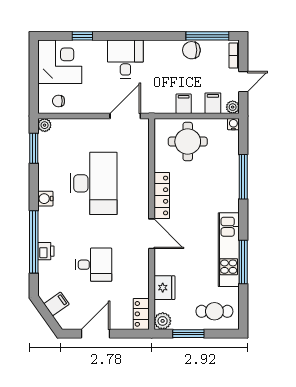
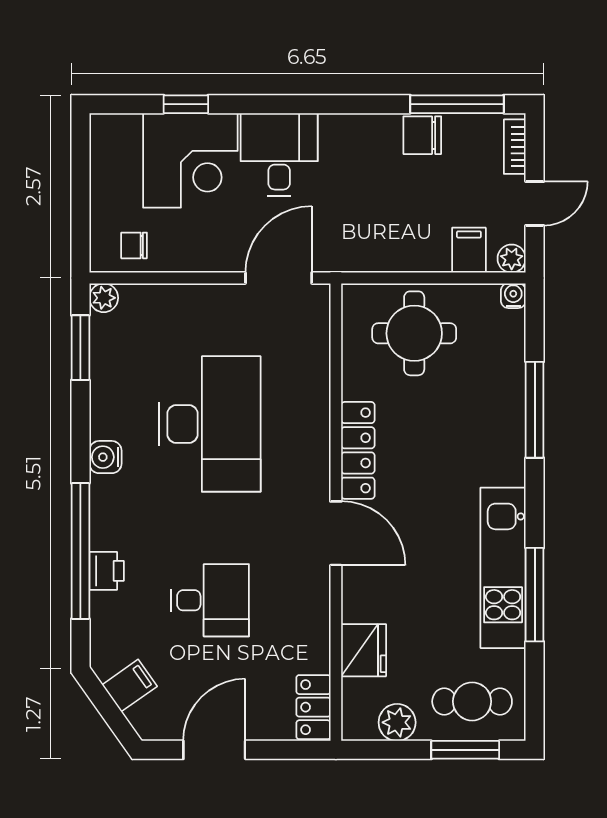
corner desk: (60, 62) -> (190, 160), moved, turned 90
filing cabinet: (184, 104) -> (405, 251), removed
plant: (163, 321) -> (397, 722), moved
window: (188, 334) -> (465, 750), moved

